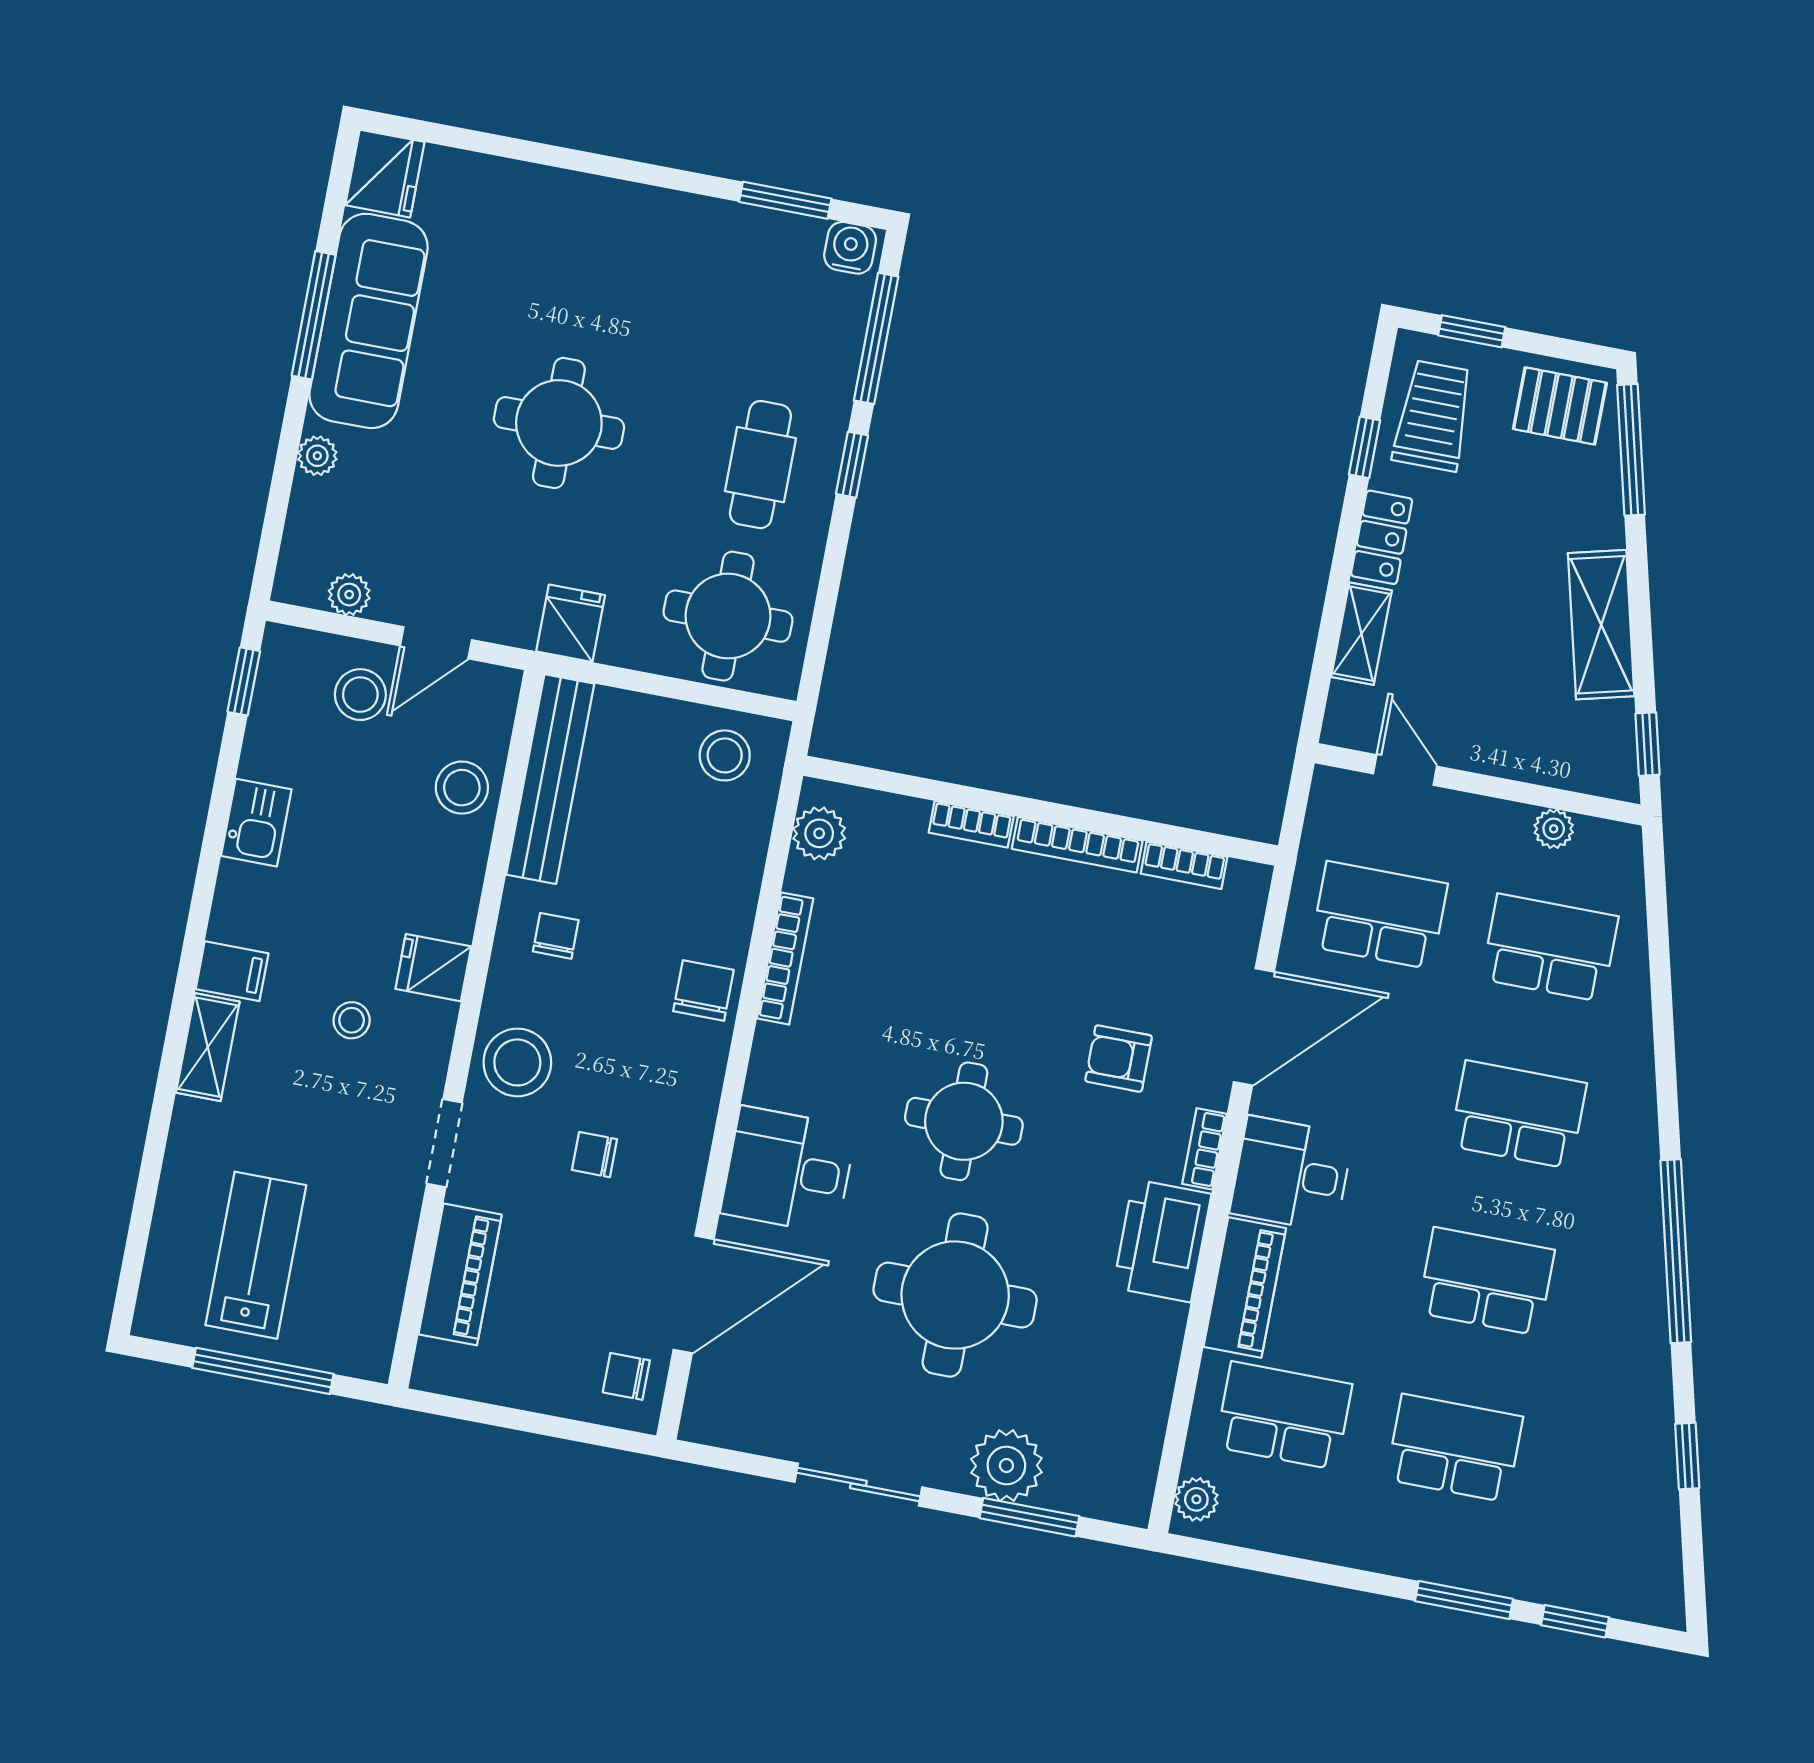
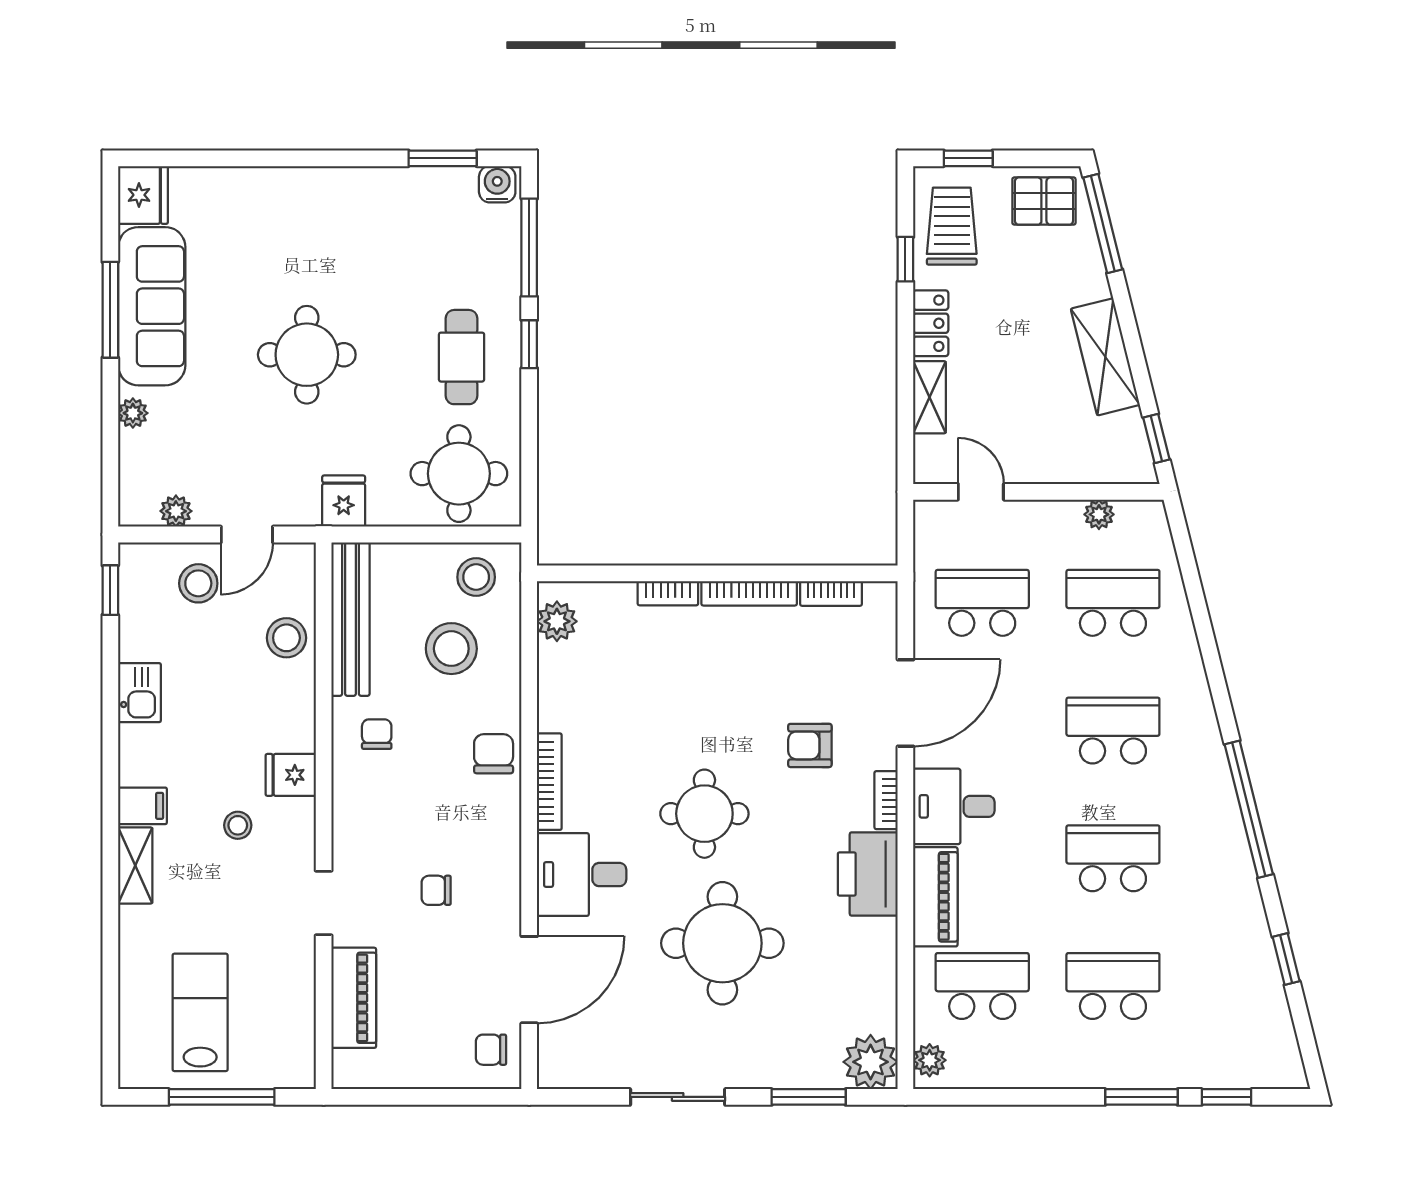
bookcase: (785, 958) -> (549, 782), moved
stool: (517, 1062) -> (451, 649), moved
plant: (1006, 1466) -> (871, 1062), moved

